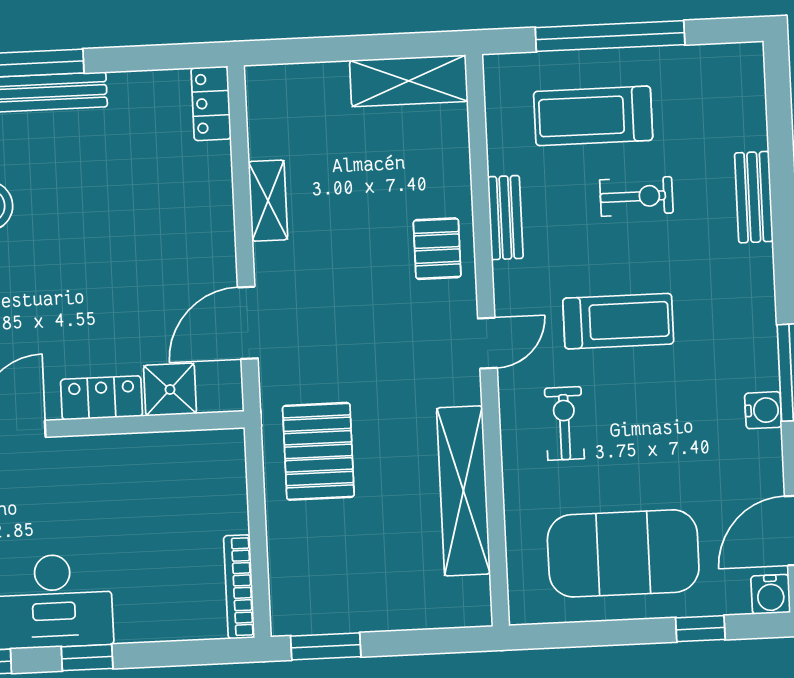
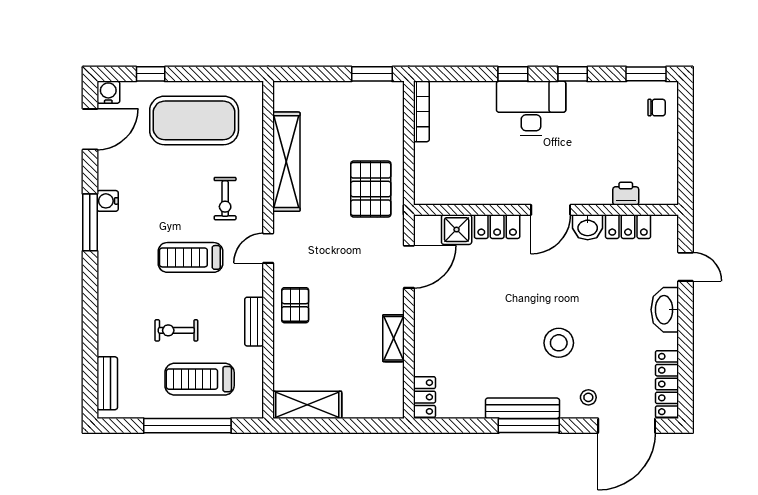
treadmill: (593, 116) -> (200, 379), turned 180
bench: (754, 197) -> (107, 383), moved

